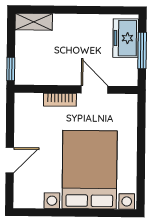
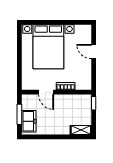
door: (10, 160) -> (94, 52), hinge flipped

